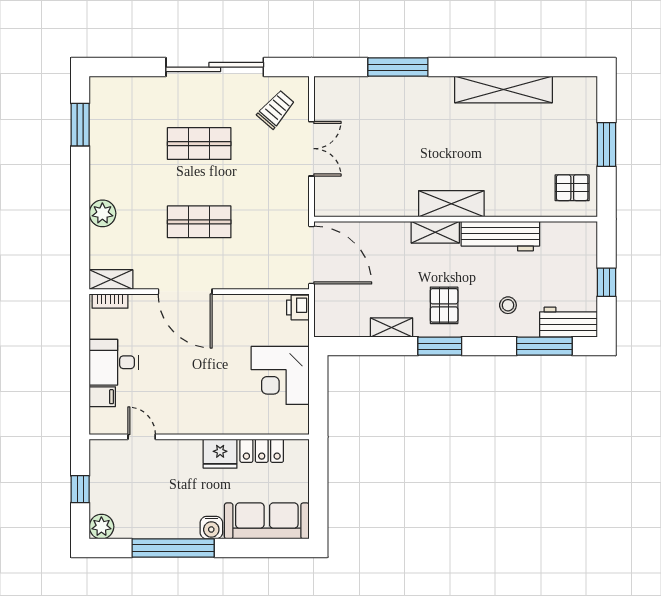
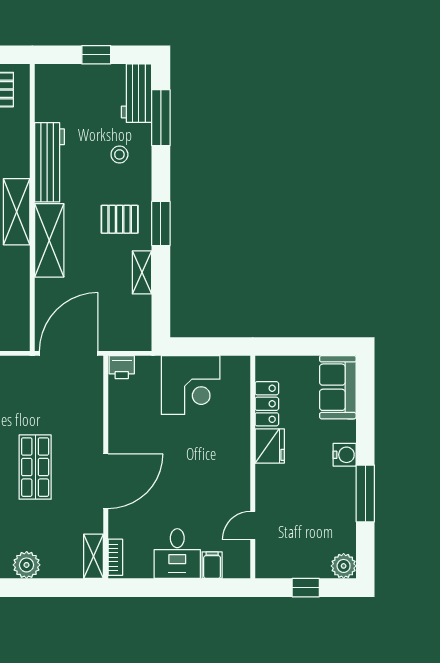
shelving: (435, 232) -> (49, 240), width x1.50, depth x1.33
sofa: (267, 521) -> (338, 387), width x0.73
window: (173, 548) -> (365, 493), width x0.68

